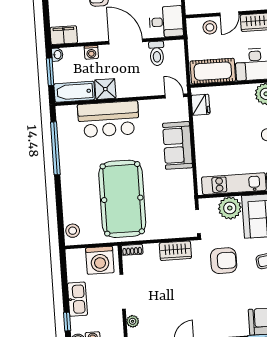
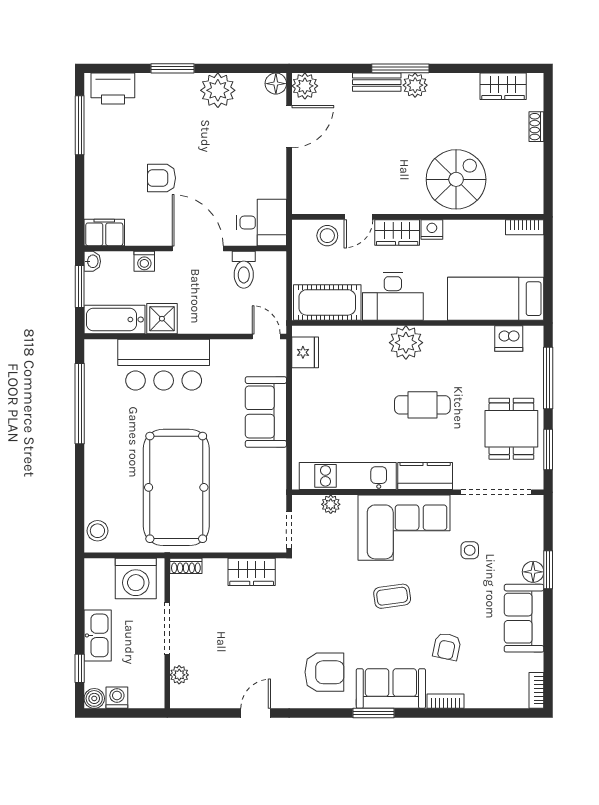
plant: (230, 208) -> (331, 504), width x0.53, depth x0.53
armchair: (224, 261) -> (324, 672), moved

